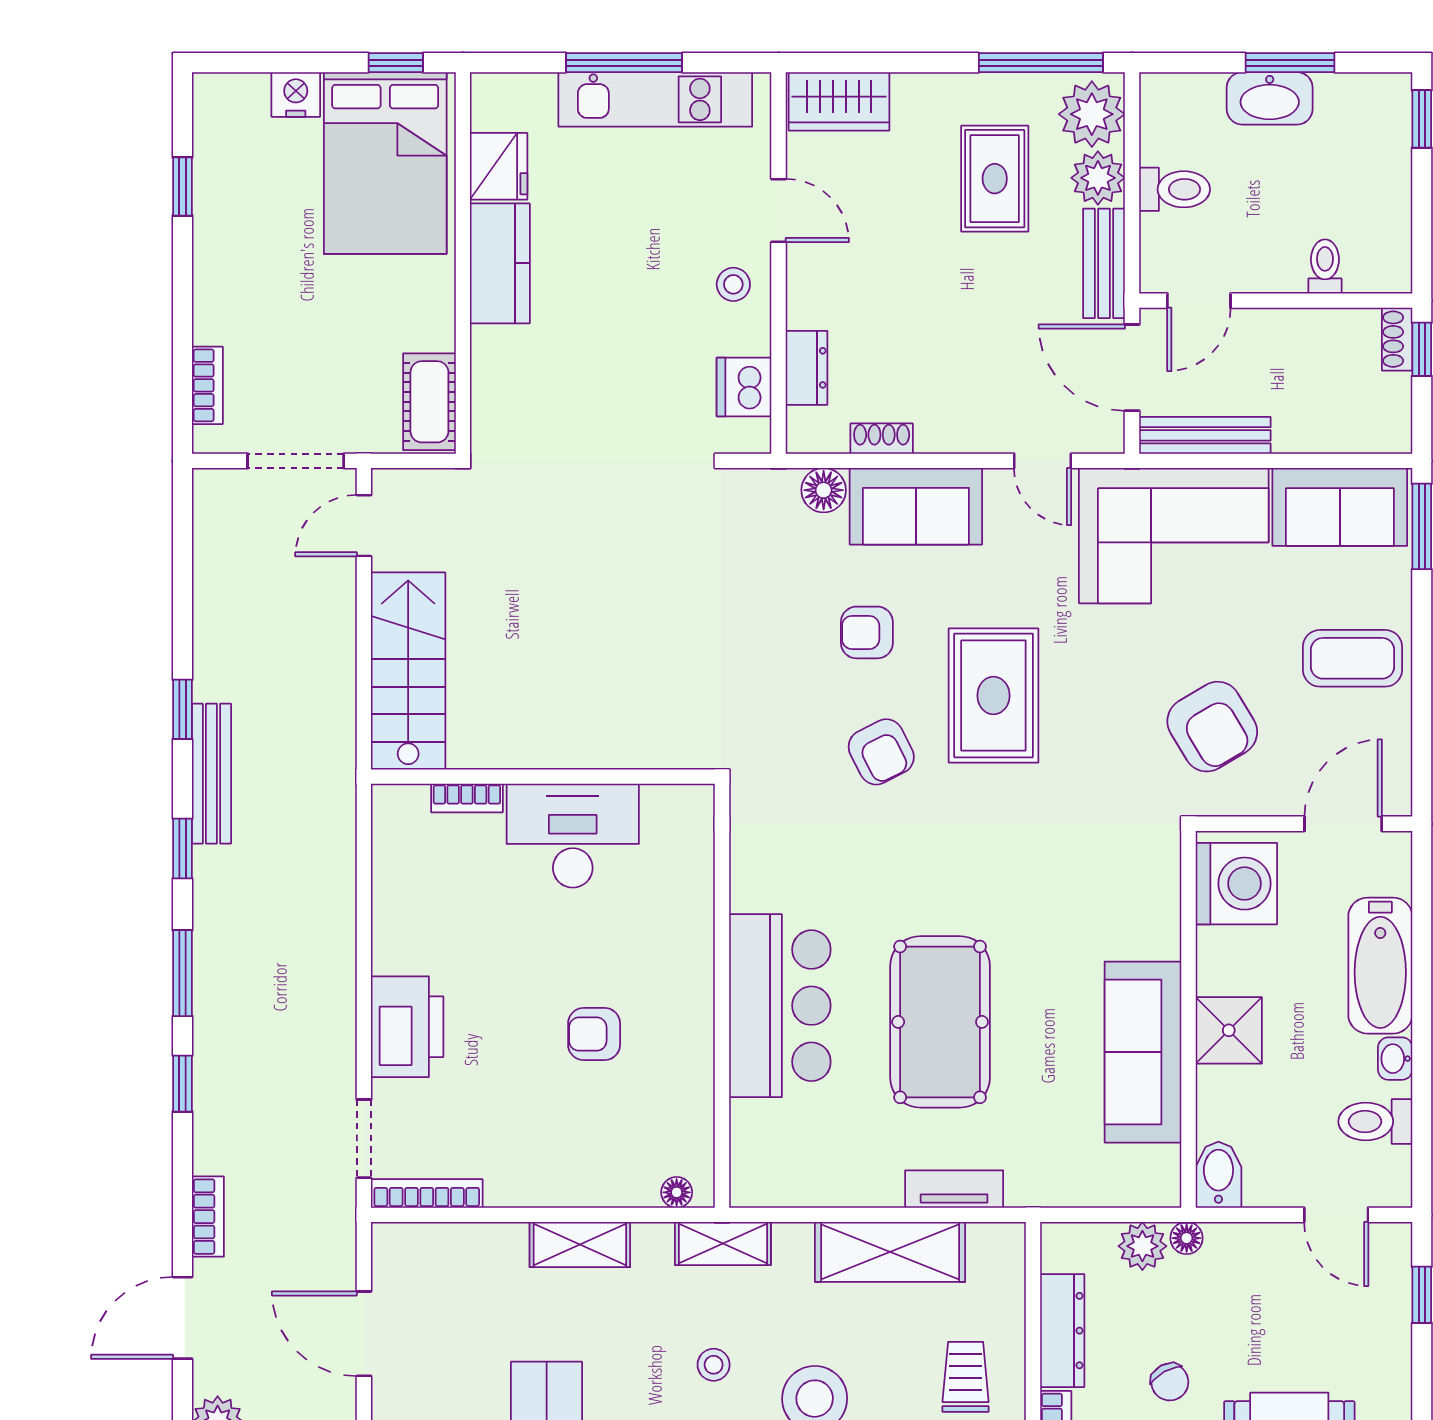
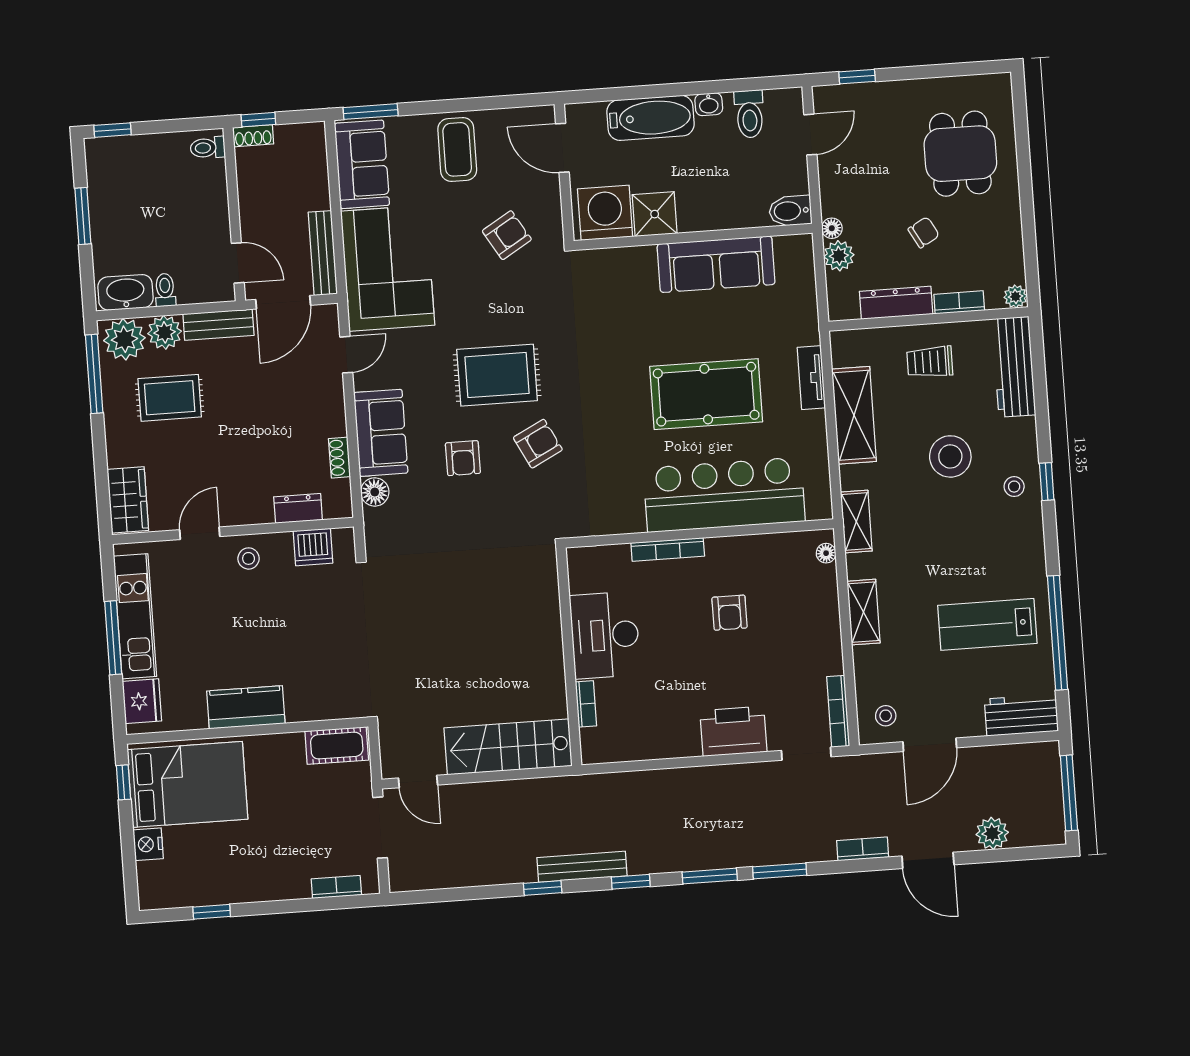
washbasin: (1270, 98) -> (125, 292), moved, turned -90
fridge: (499, 166) -> (142, 701), moved, turned 90
toilet: (1175, 189) -> (165, 290), width x0.73, depth x0.72
toilet: (1325, 266) -> (208, 148), moved
armchair: (1212, 727) -> (507, 235), width x0.72, depth x0.72
bookcase: (700, 944) -> (668, 549), added
bar counter: (780, 1006) -> (724, 495), width x1.36
shower: (1229, 1030) -> (655, 214), moved
window: (182, 1084) -> (780, 871), width x1.50
stool: (714, 1365) -> (886, 716), moved

